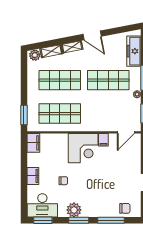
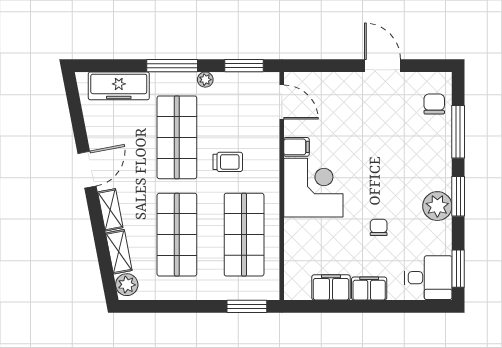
trolley: (96, 105) -> (228, 162), added
filing cabinet: (33, 143) -> (331, 287), moved
desk: (42, 205) -> (428, 278), width x0.73

